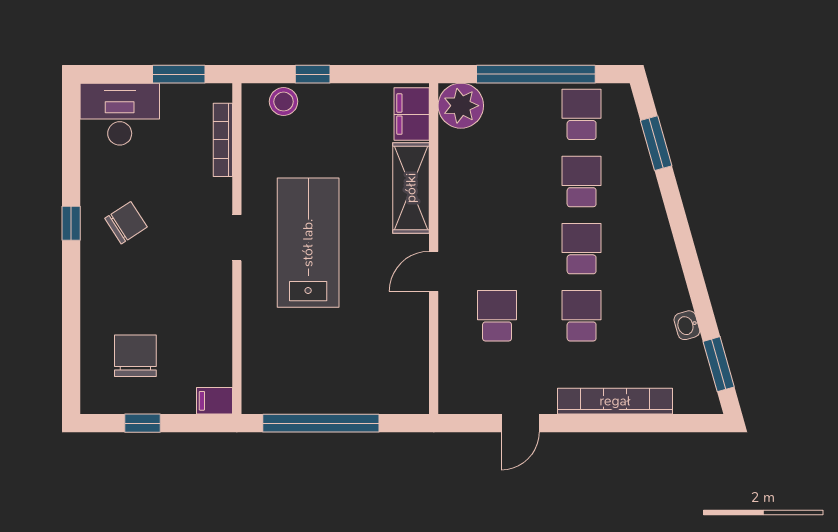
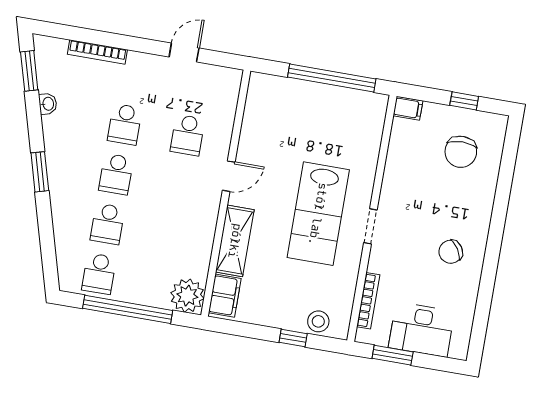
desk: (120, 114) -> (421, 330), moved
window: (656, 143) -> (40, 172), moved
window: (71, 223) -> (491, 258), removed
bookcase: (615, 401) -> (97, 52), width x0.68, depth x0.76

